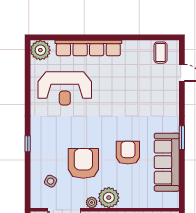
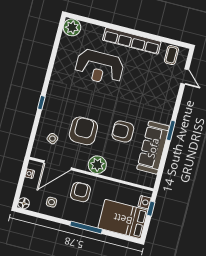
row of seats: (88, 48) -> (132, 41), moved
reception desk: (65, 88) -> (99, 67), moved
armchair: (128, 153) -> (123, 131), turned -90
plant: (92, 202) -> (82, 165), removed

